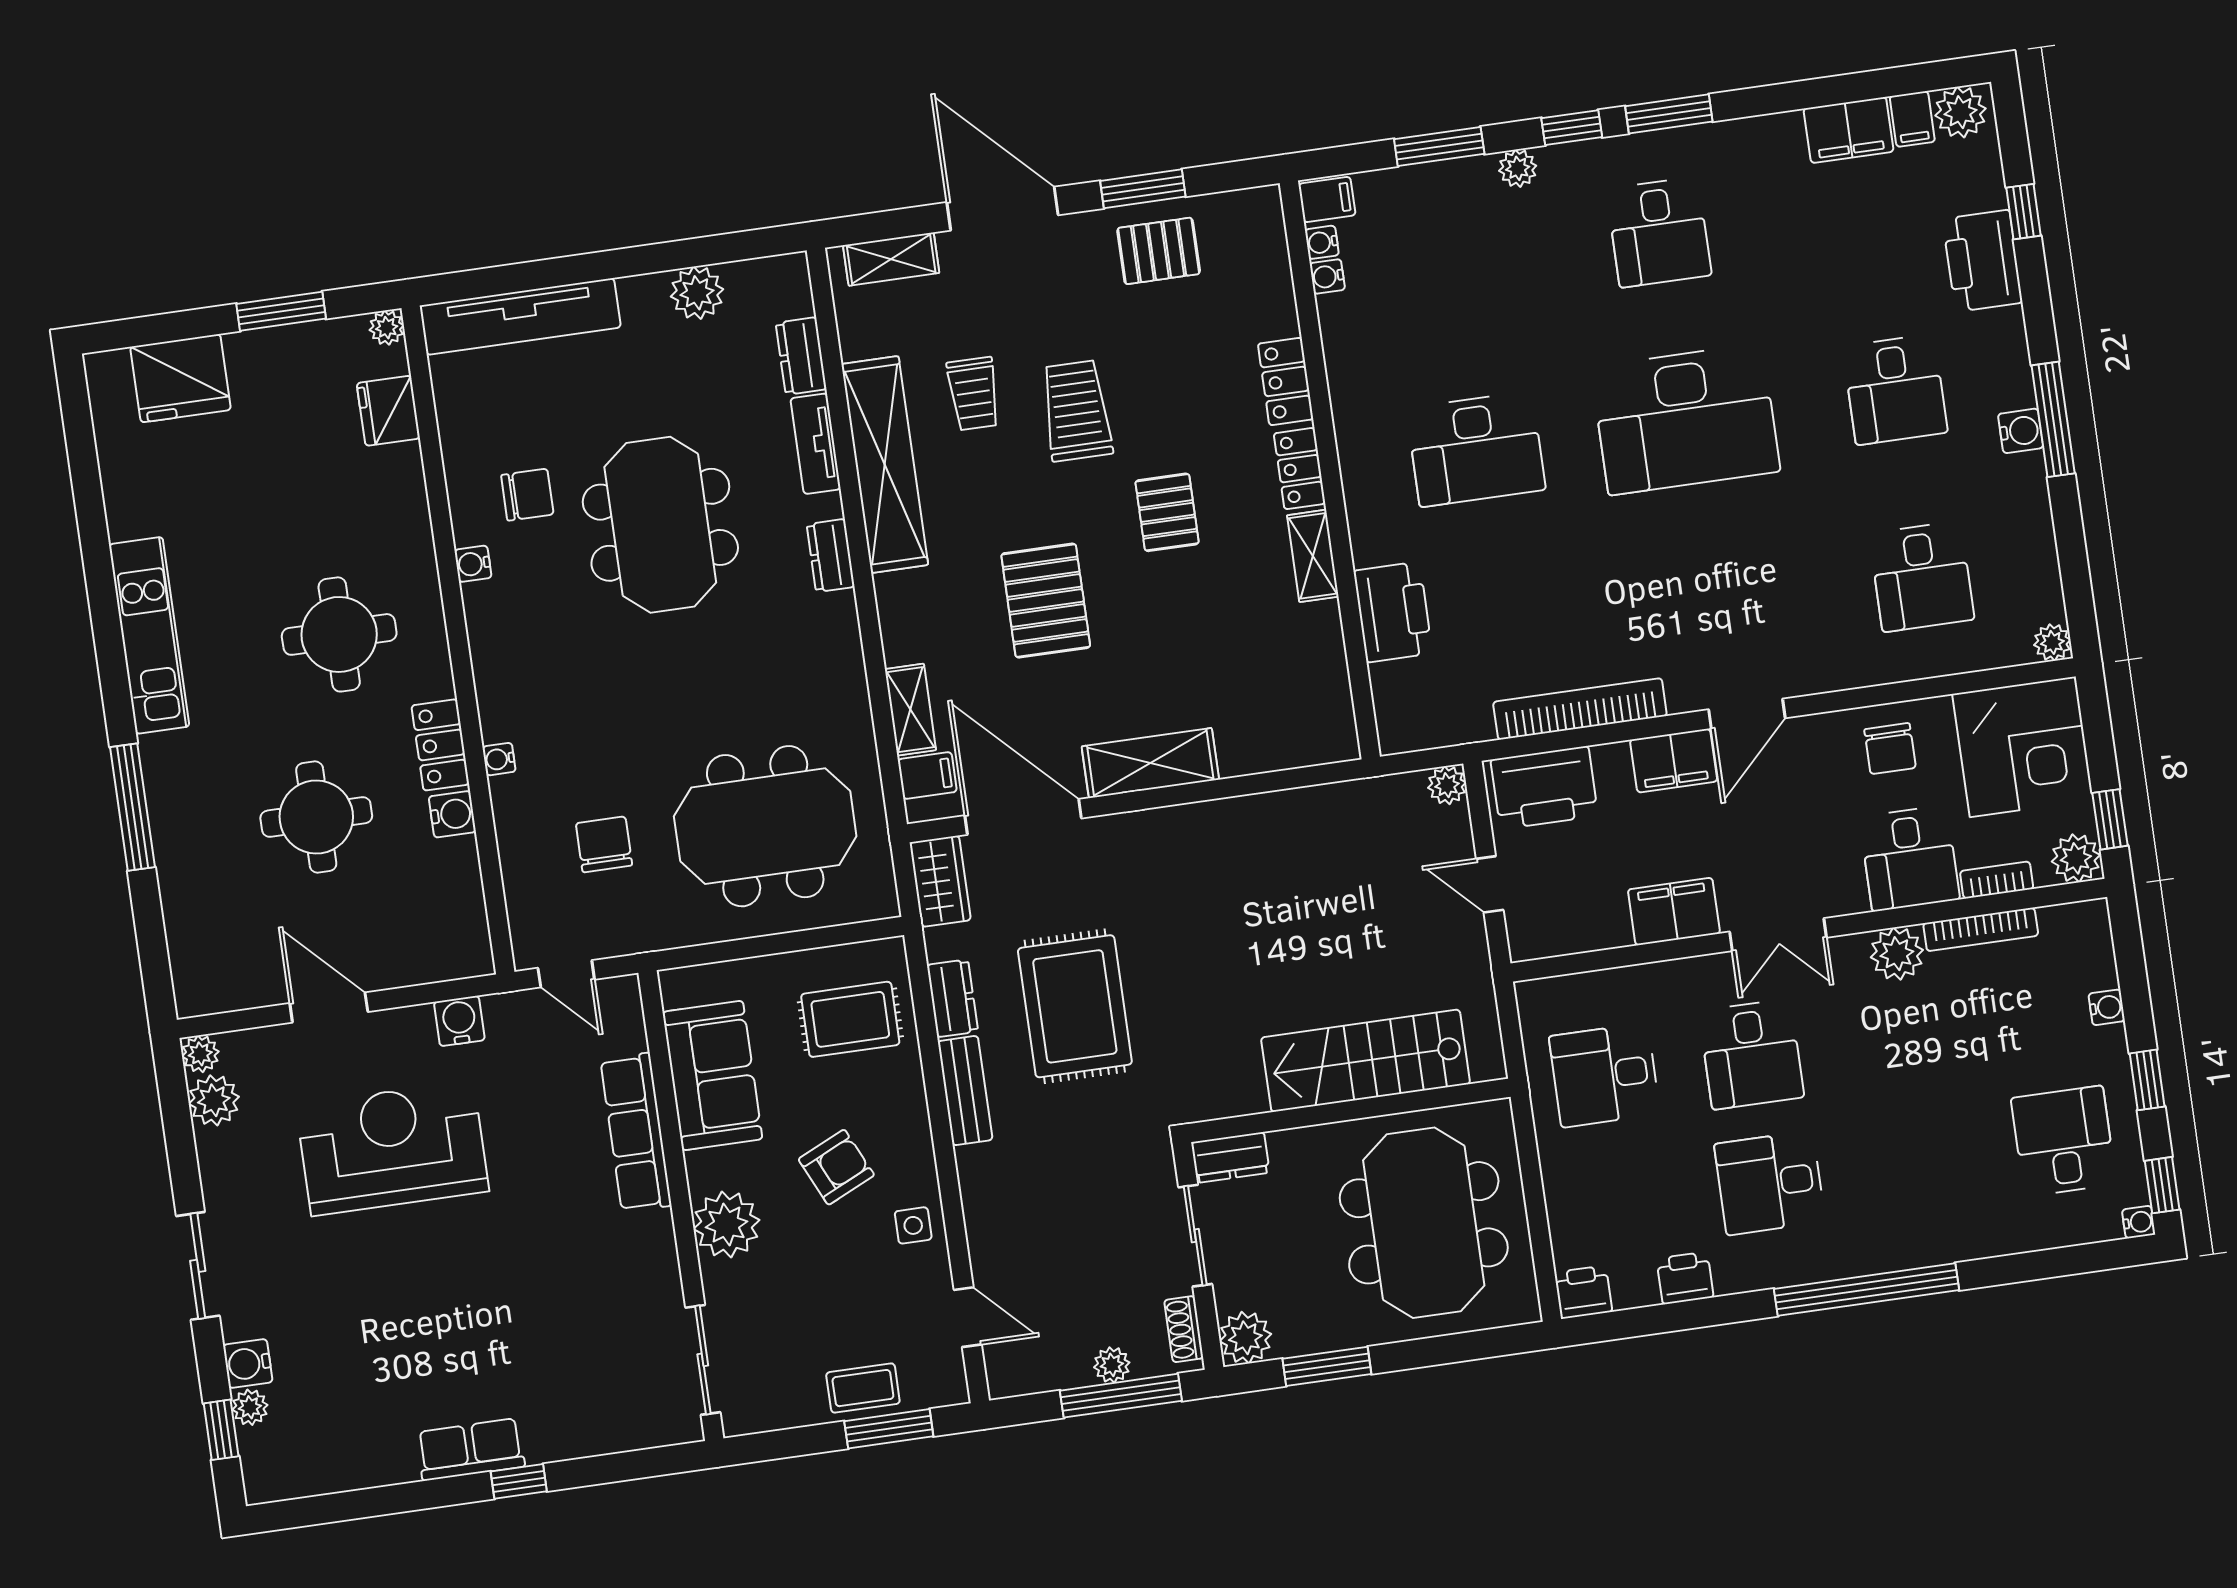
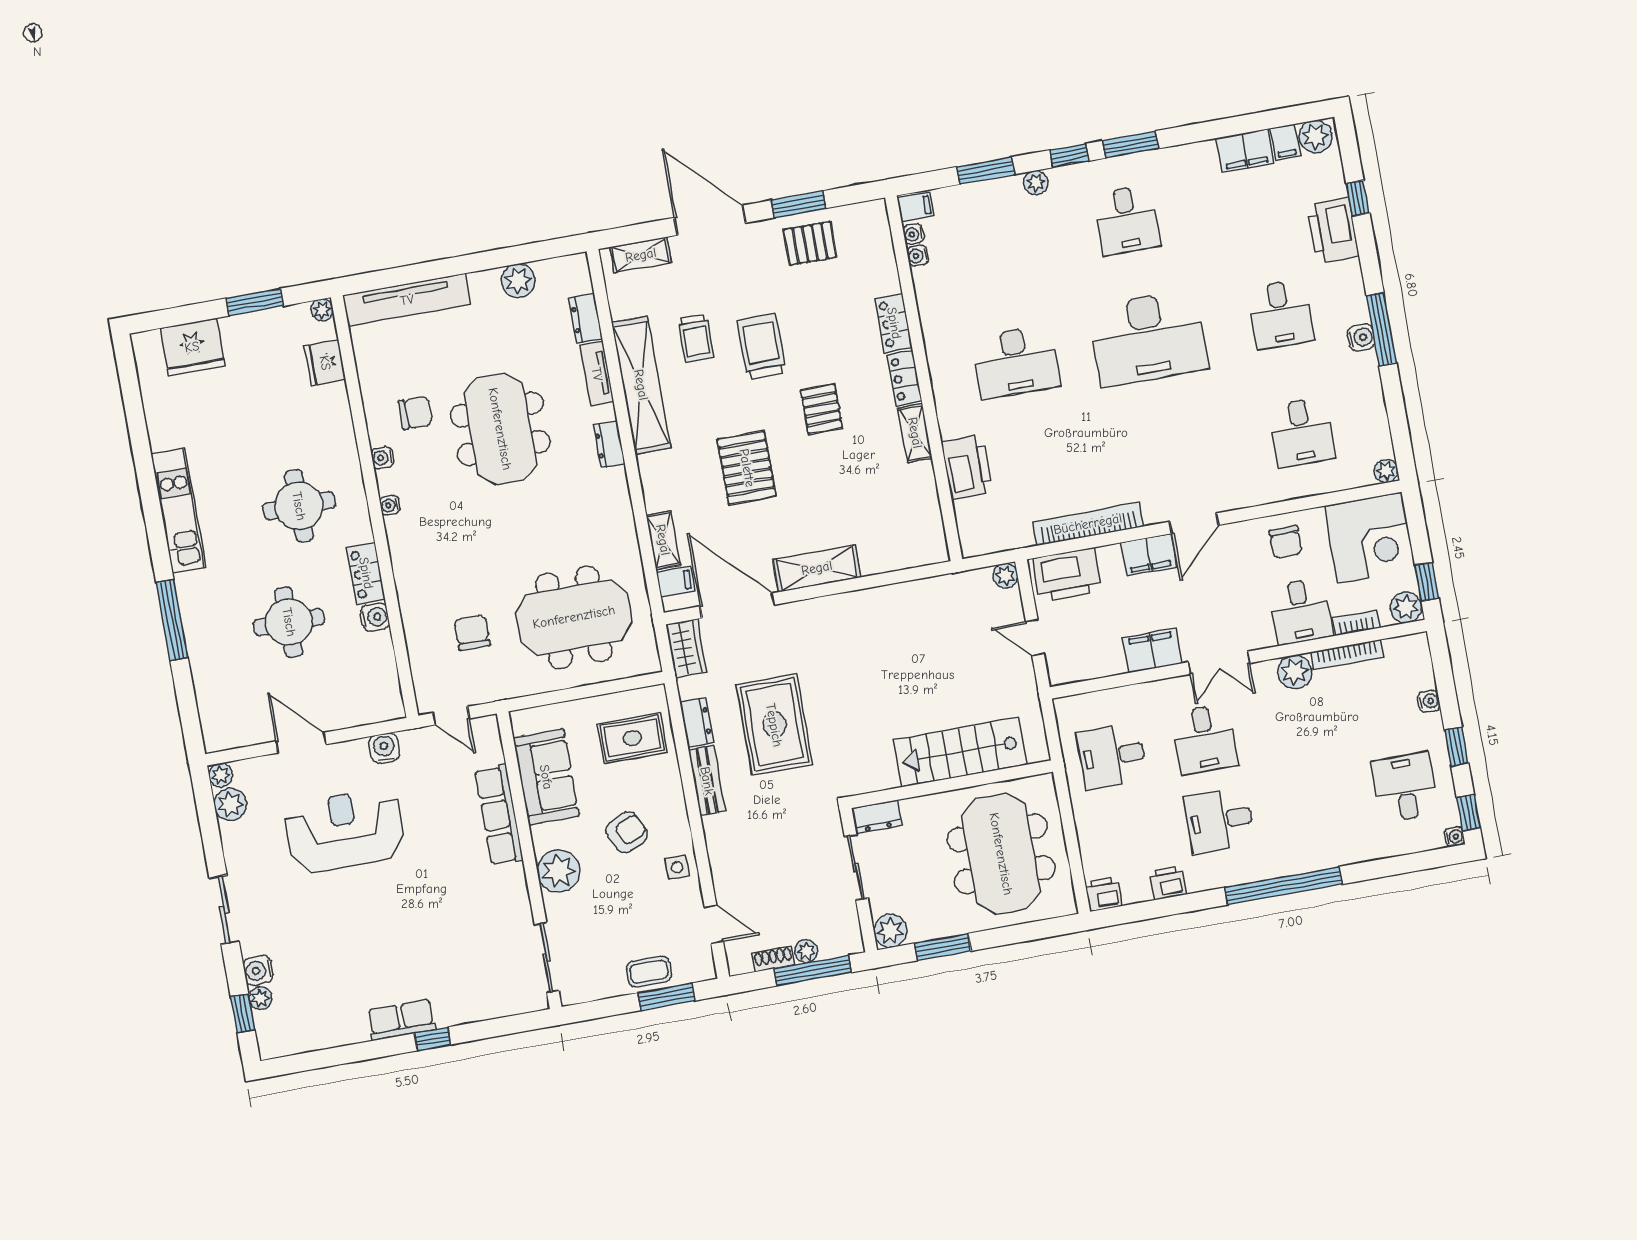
water cooler: (499, 759) -> (390, 505), moved
shoe rack: (1184, 1329) -> (773, 959), moved, turned 90

